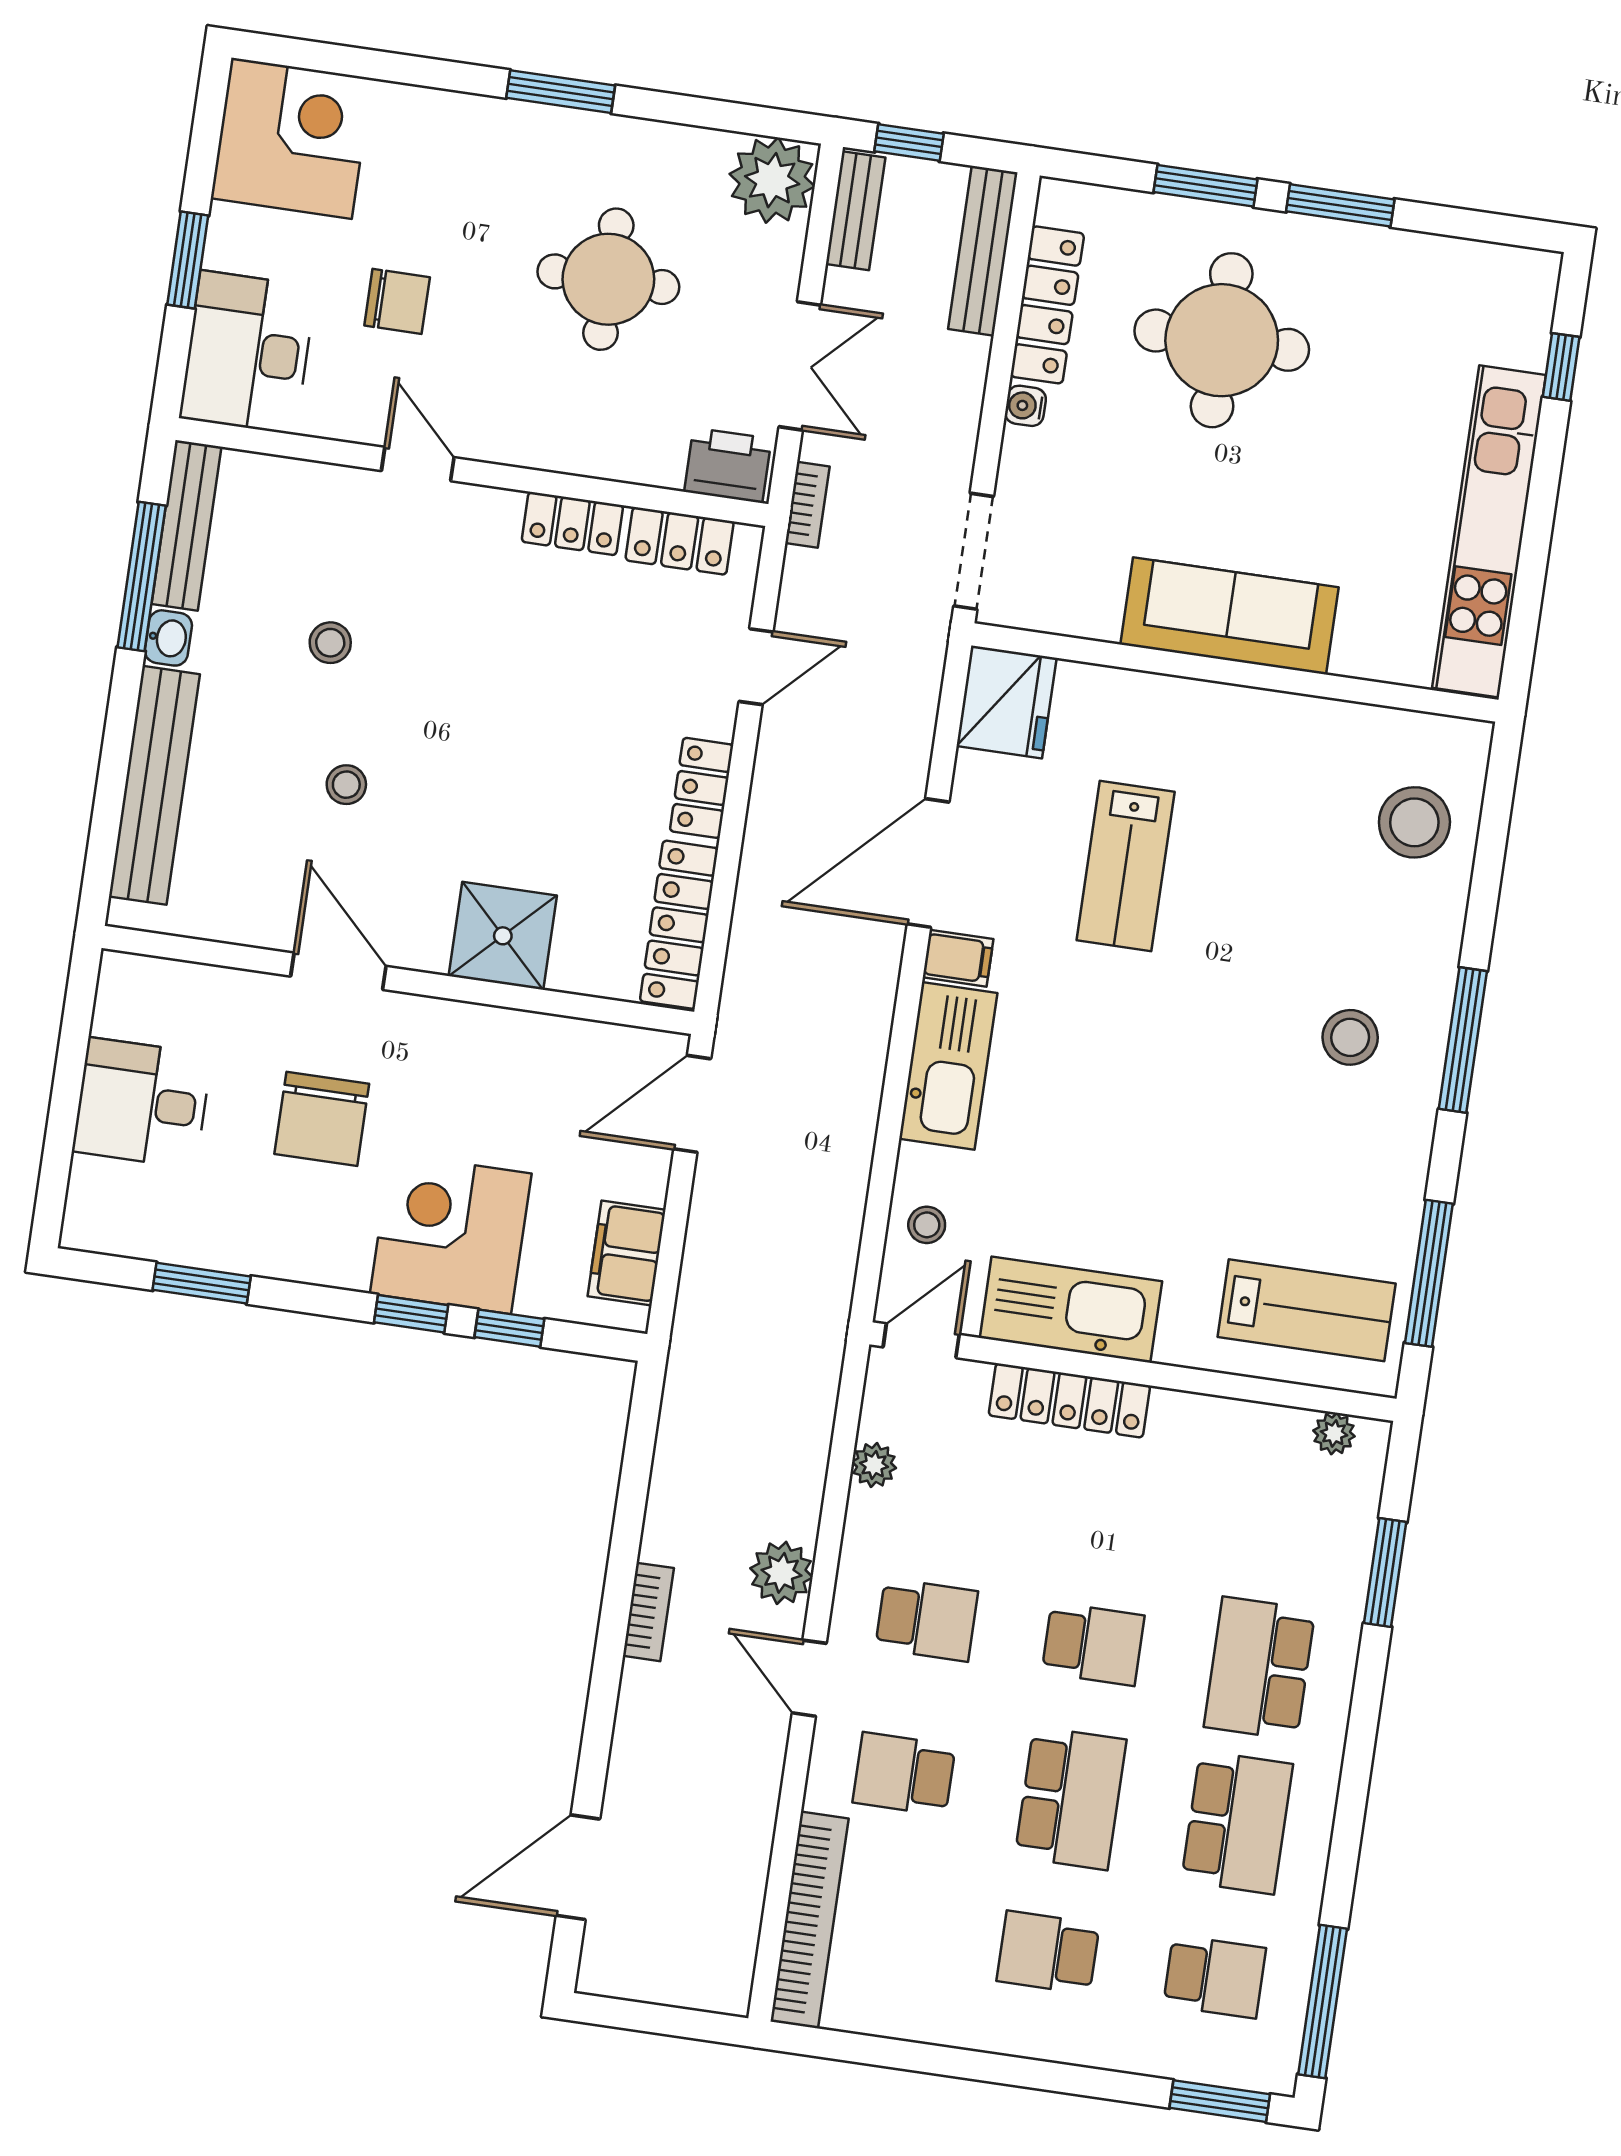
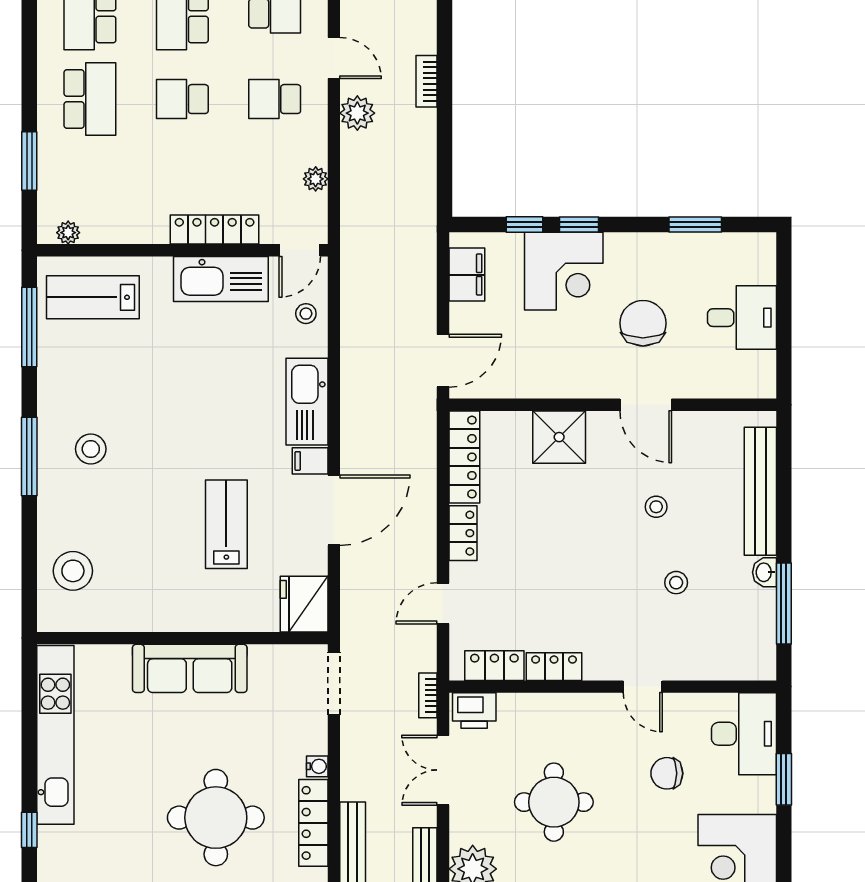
bench: (186, 525) -> (764, 635), removed

